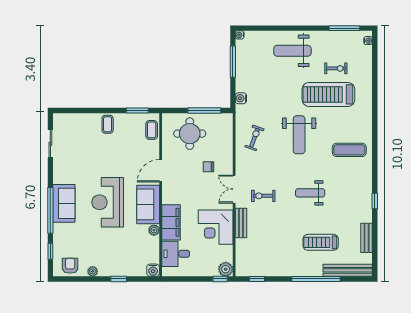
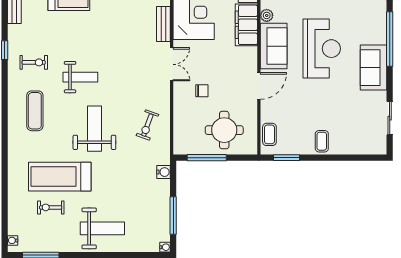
treadmill: (328, 94) -> (60, 177), turned 180
exercise mat: (349, 150) -> (35, 111), turned 90
weight bench: (310, 193) -> (80, 77), moved
exercise bike: (263, 196) -> (34, 62), moved
sofa: (64, 203) -> (374, 68), moved

